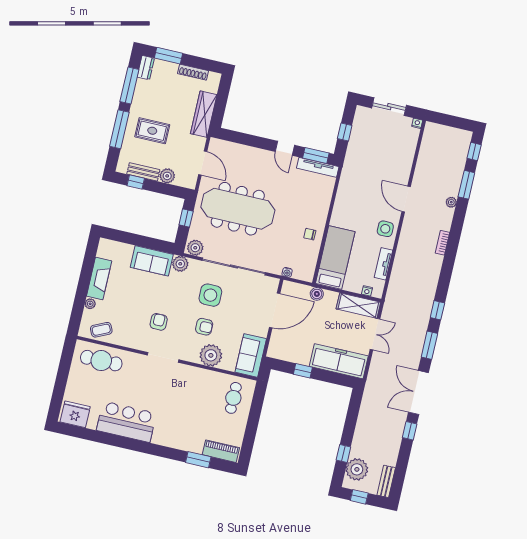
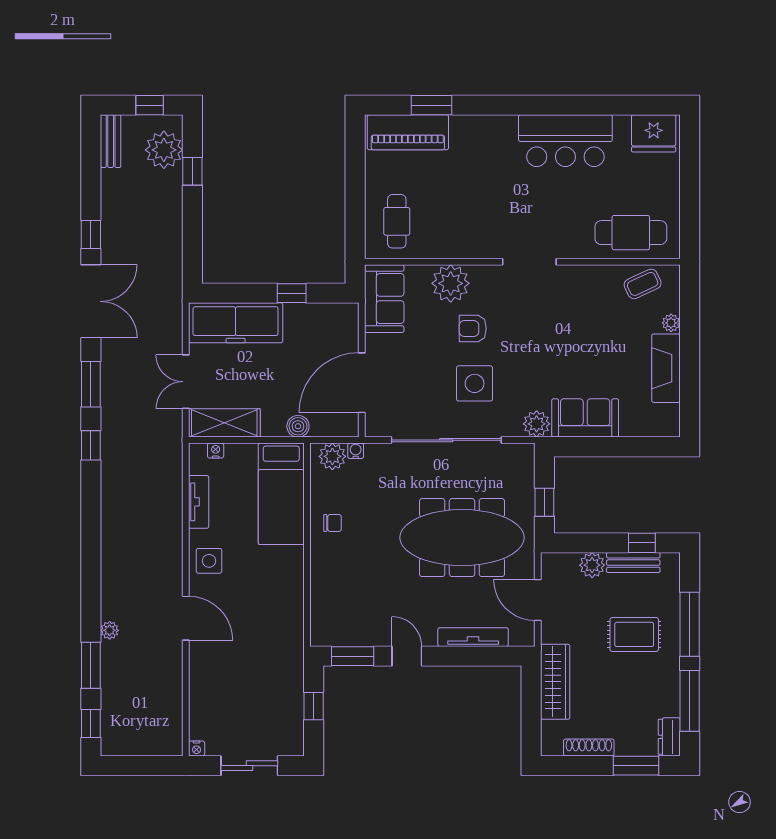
tv unit: (318, 167) -> (473, 637), moved
bookcase: (443, 243) -> (109, 560), removed
plant: (195, 248) -> (332, 456), moved
armchair: (159, 322) -> (550, 319), removed
piano: (221, 451) -> (408, 132), width x1.37, depth x1.33

